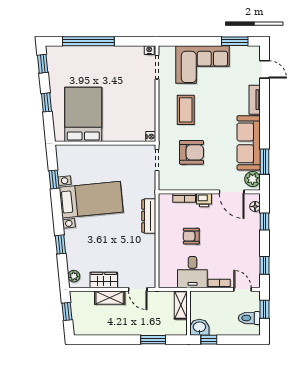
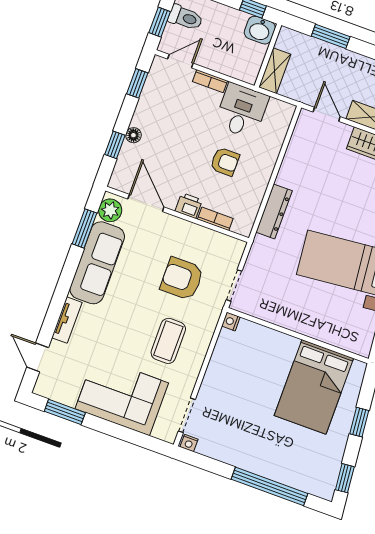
floor lamp: (255, 206) -> (133, 135), moved
door: (243, 289) -> (180, 61), swing flipped

